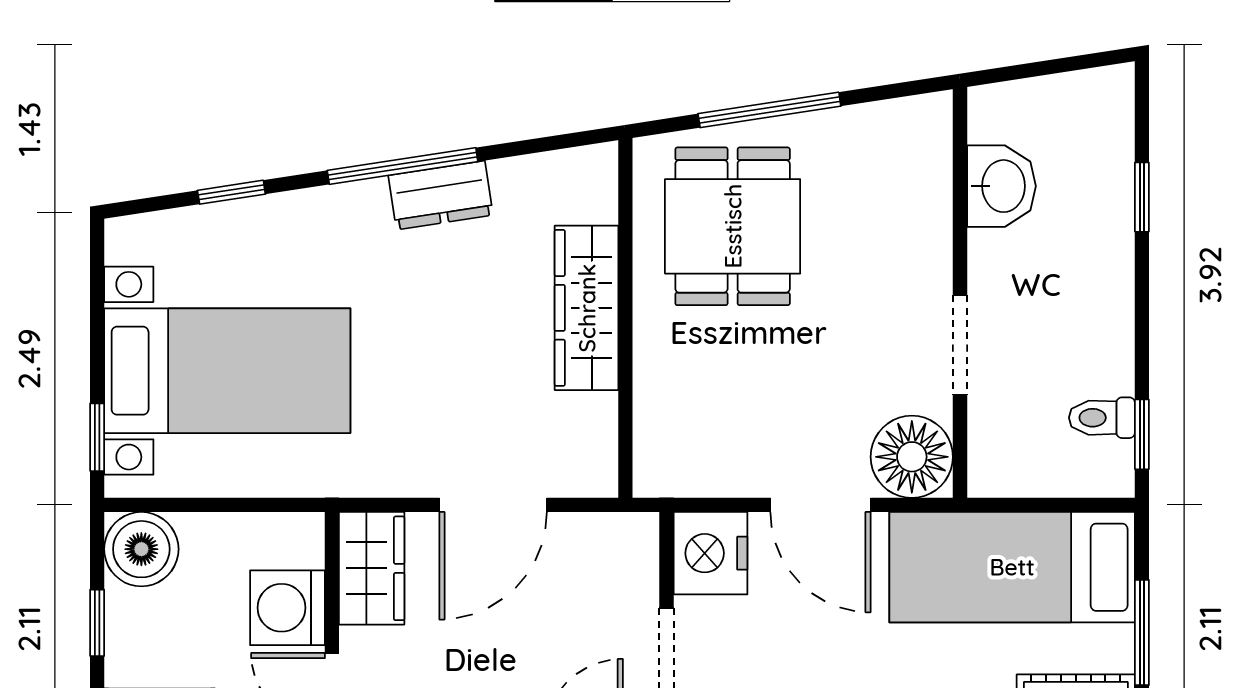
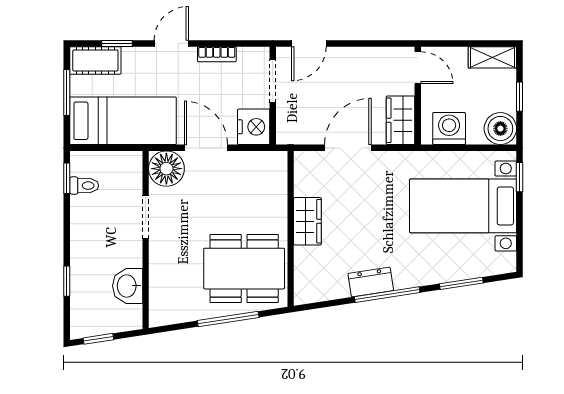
window: (1069, 64) -> (98, 339), added
window: (231, 192) -> (461, 283), width x1.50
dining table: (733, 226) -> (244, 269), width x1.38
wardrobe: (587, 308) -> (307, 221), width x0.67
washing machine: (287, 608) -> (449, 128), moved, turned -90

